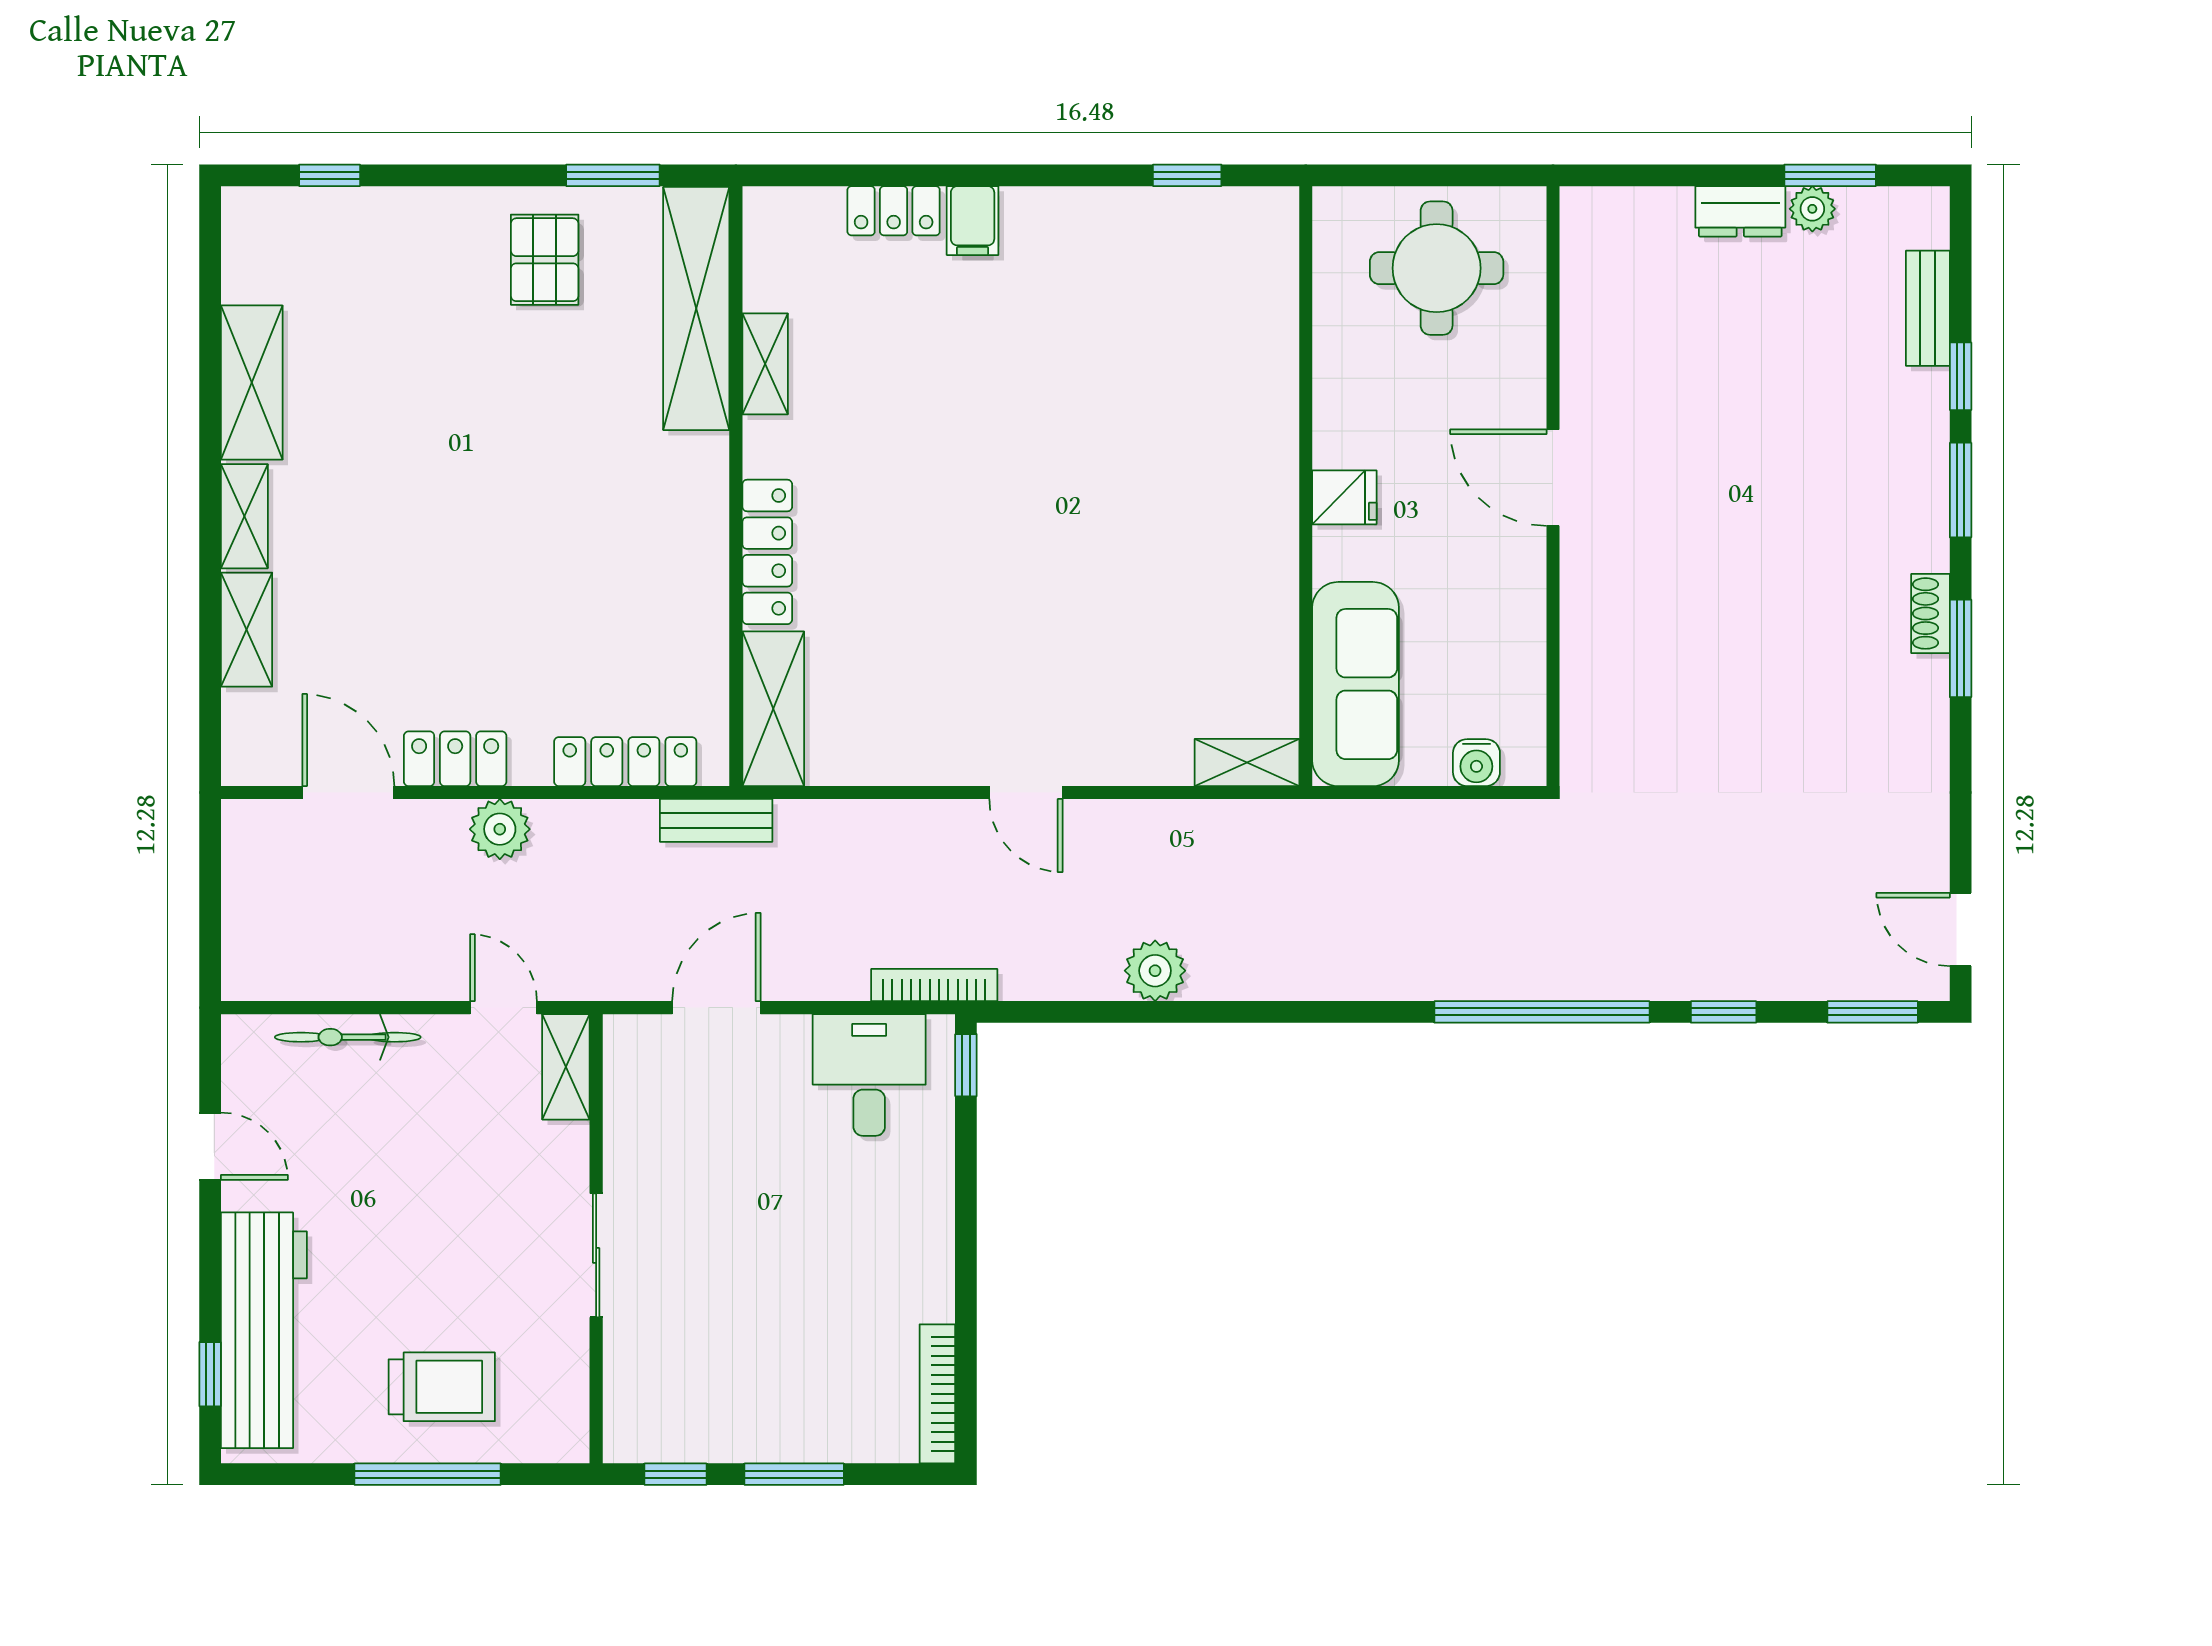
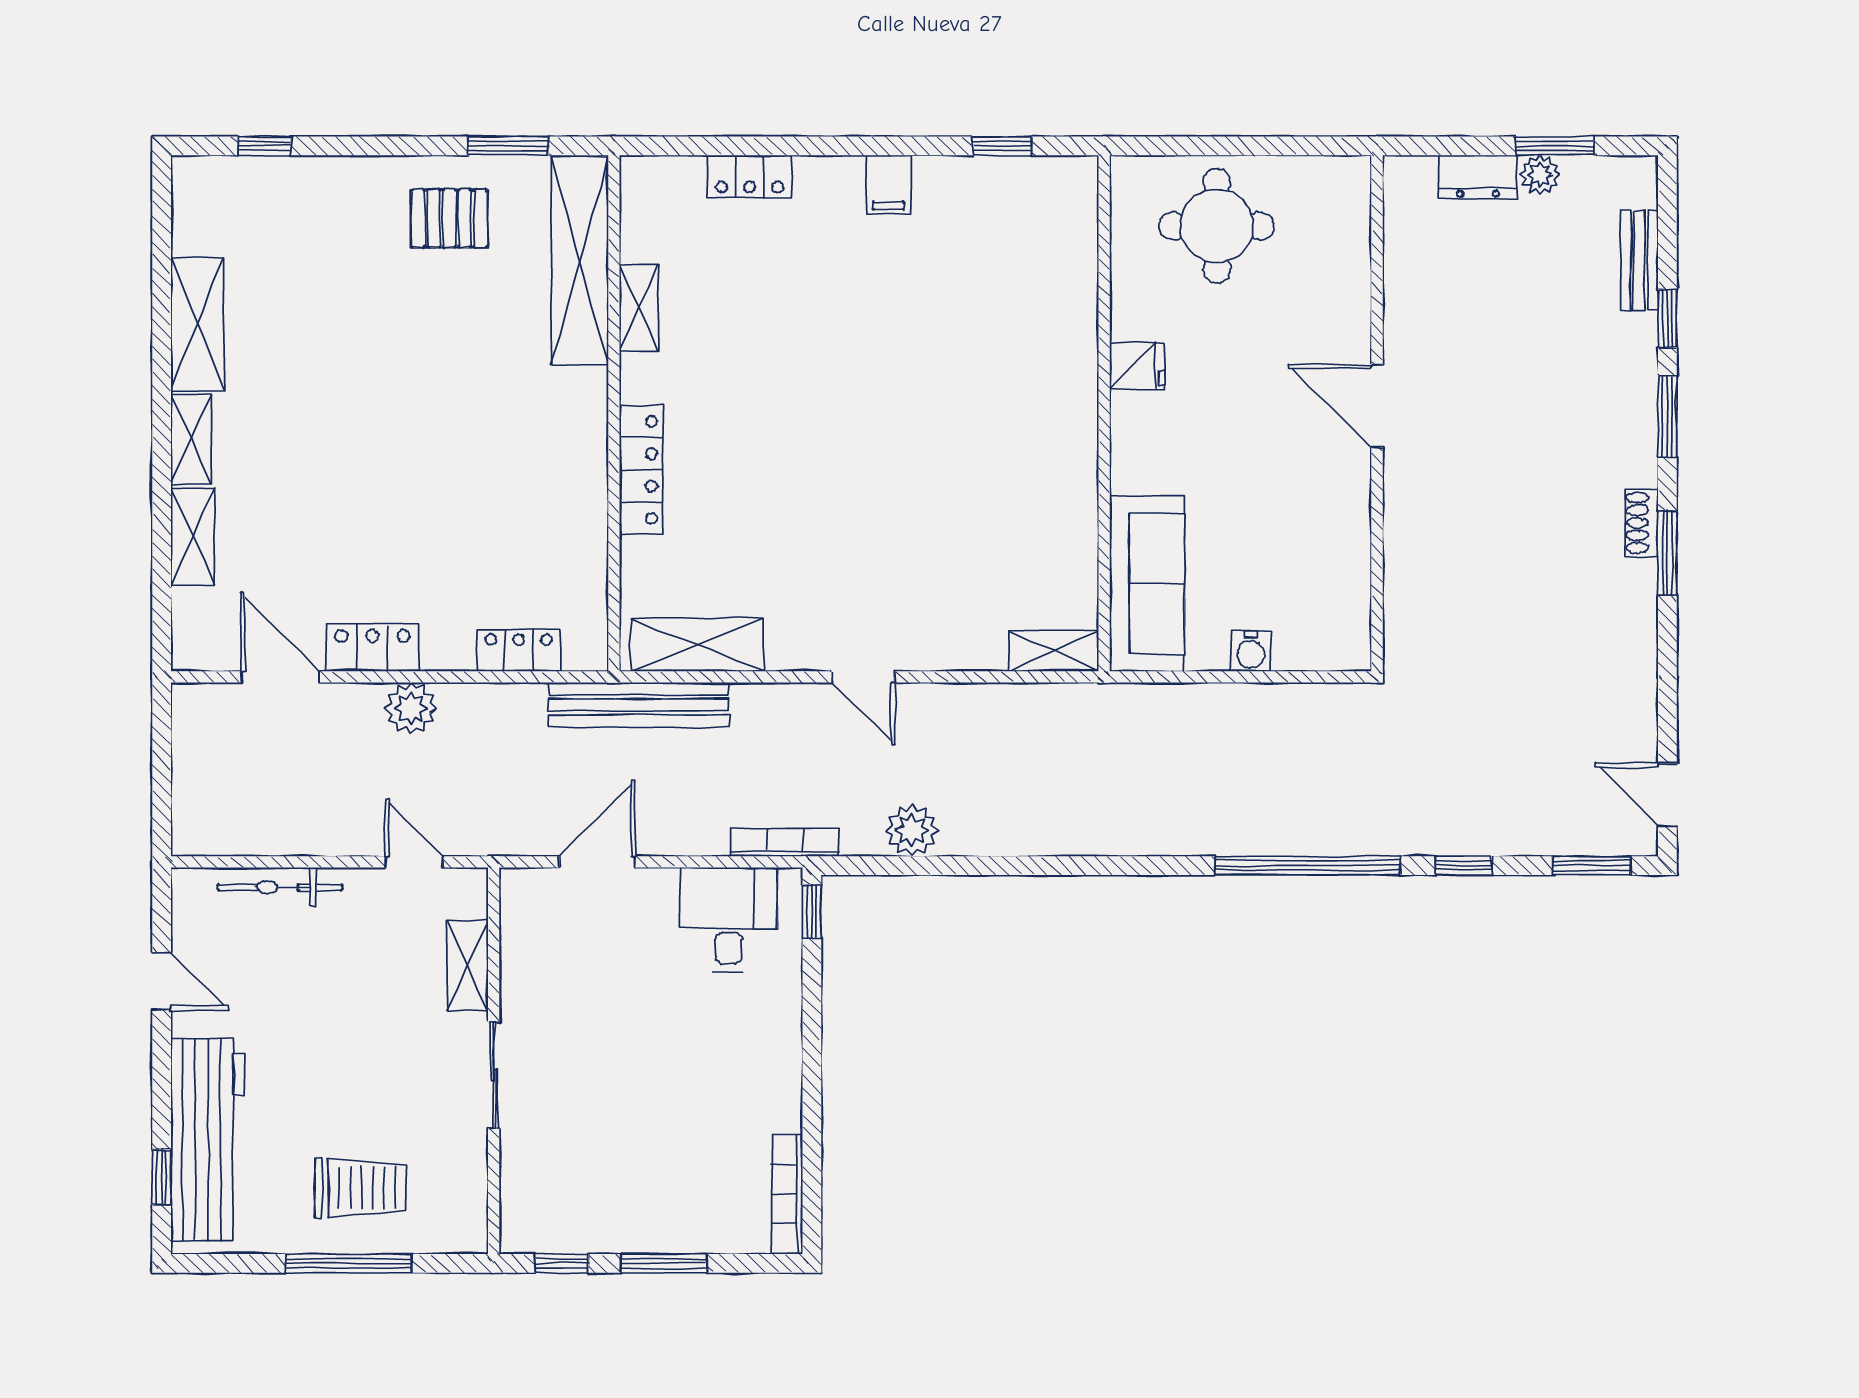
filing cabinet: (973, 221) -> (888, 185), moved
pallet: (545, 260) -> (449, 218), turned 90
door: (1553, 478) -> (1377, 406), moved
wall: (1553, 486) -> (1377, 413), moved
fridge: (1344, 497) -> (1137, 366), moved
shelving: (773, 709) -> (697, 645), moved, turned 90
locker: (625, 762) -> (519, 650), width x0.66
bench: (716, 820) -> (639, 705), width x1.86, depth x1.21
plant: (1155, 971) -> (912, 830), moved
shelving: (566, 1067) -> (468, 966), moved

